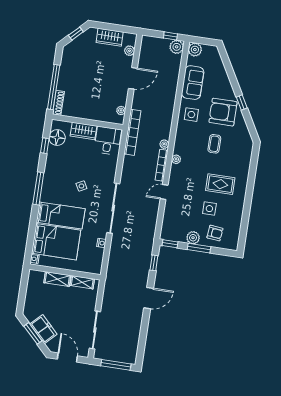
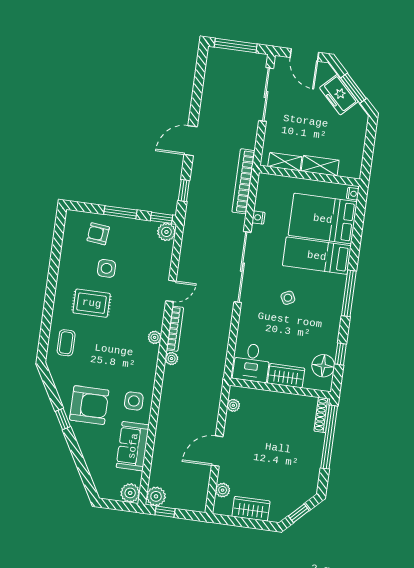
bookcase: (132, 132) -> (243, 181), moved
coffee table: (214, 144) -> (66, 343), moved
plant: (193, 238) -> (166, 232), moved

